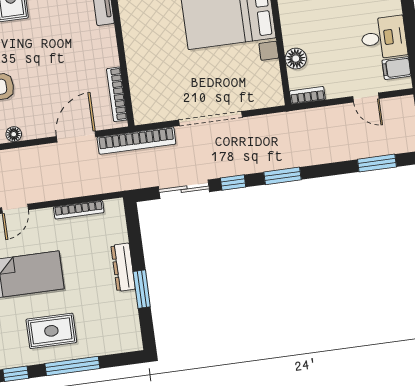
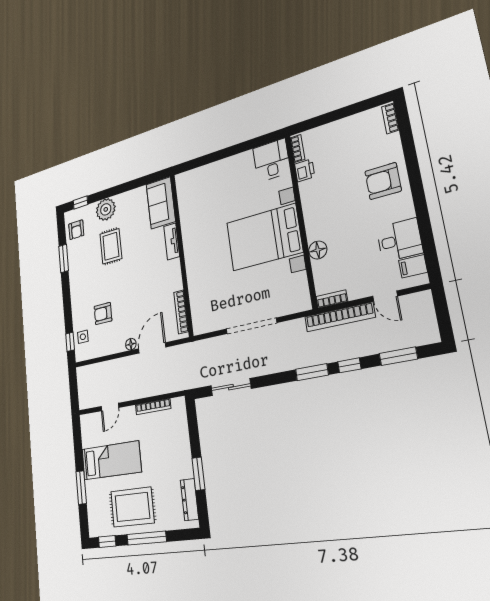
floor lamp: (296, 59) -> (318, 250), moved
floor lamp: (14, 134) -> (131, 344), moved
bookcase: (136, 141) -> (340, 317), moved
window: (233, 183) -> (349, 365), moved
dresser: (123, 267) -> (190, 500), moved
rug: (51, 331) -> (132, 507), width x1.36, depth x1.43

